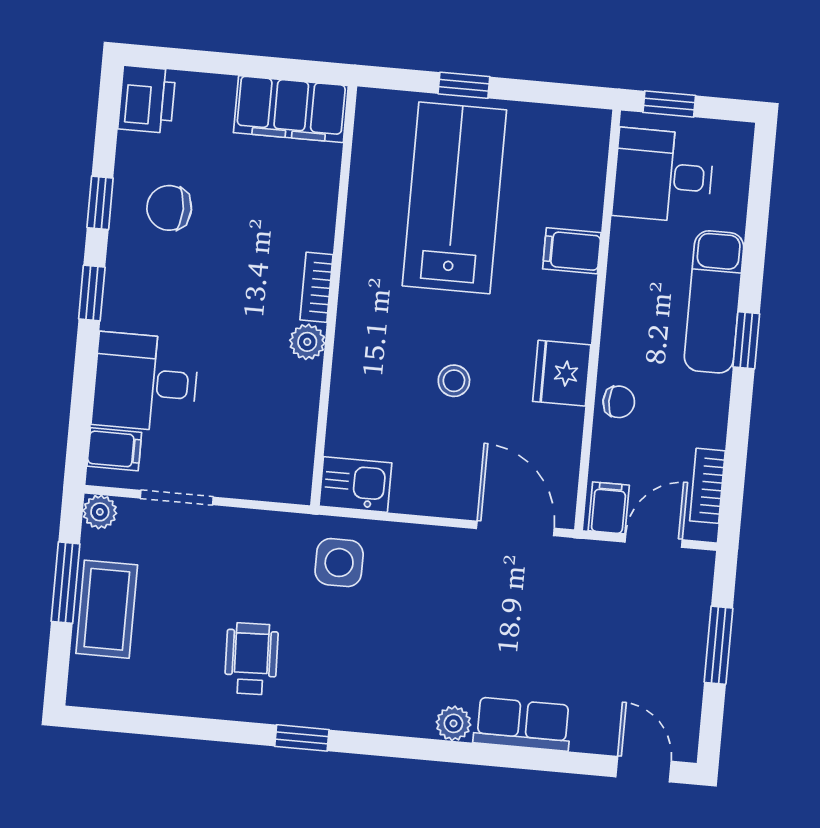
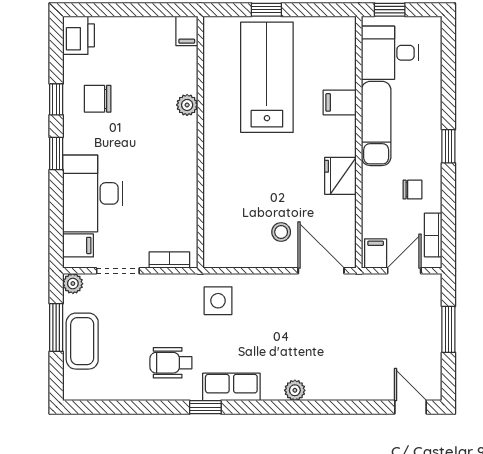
filing cabinet: (291, 109) -> (187, 31), width x0.33, depth x0.86
bookcase: (316, 287) -> (169, 260), moved, turned 90
exam couch: (714, 302) -> (376, 123), moved, turned 180
plant: (307, 342) -> (187, 105), moved
stool: (454, 381) -> (281, 232), moved
desk: (145, 382) -> (93, 193), width x1.37
chair: (619, 402) -> (412, 190), moved
kitchen sink: (355, 484) -> (223, 253), removed
wheelchair: (251, 659) -> (171, 363), turned -88
row of seats: (523, 724) -> (231, 387), moved

